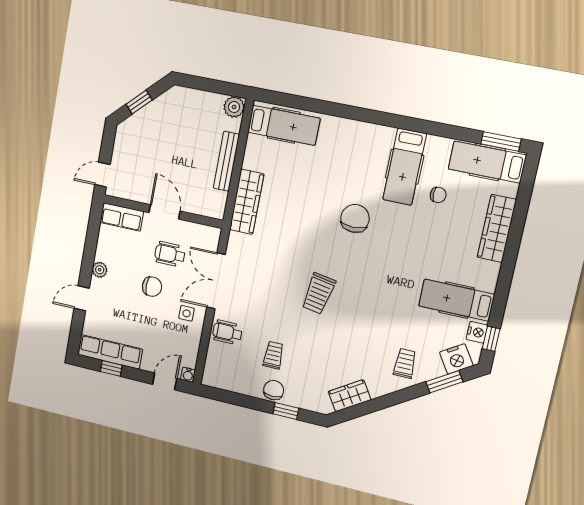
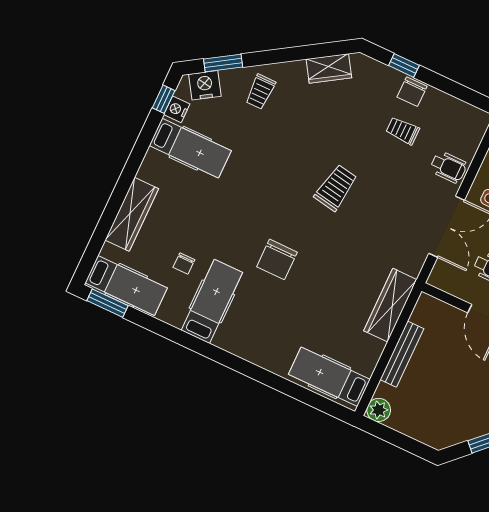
chair: (438, 195) -> (184, 264), turned -90
trolley: (273, 355) -> (403, 131), turned 90

